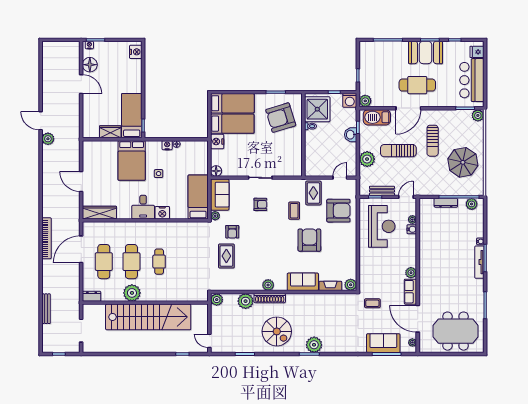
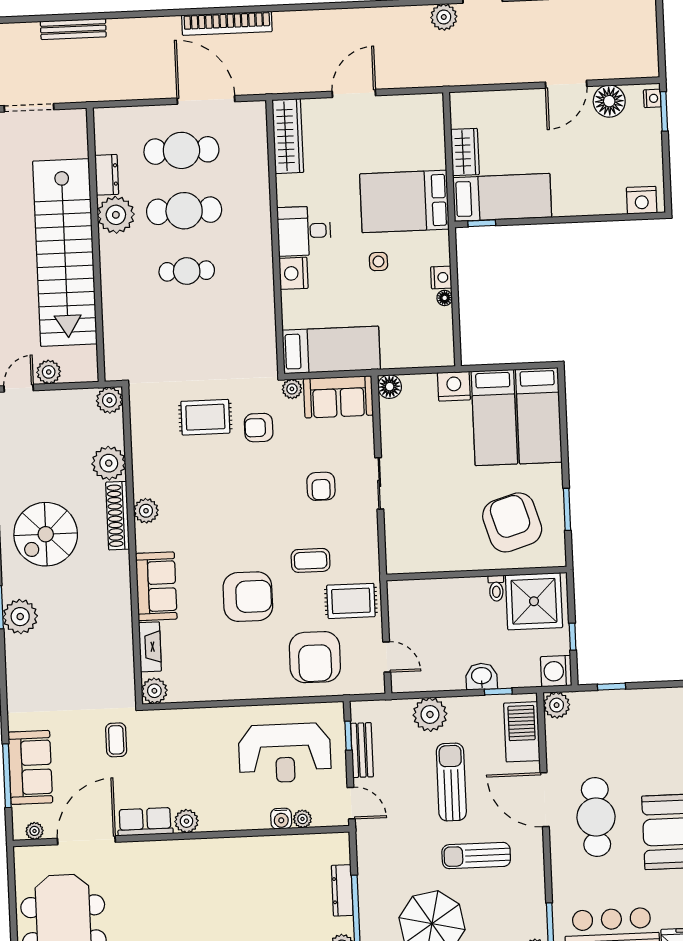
dresser: (92, 296) -> (107, 175), moved
plant: (203, 327) -> (49, 372), added

